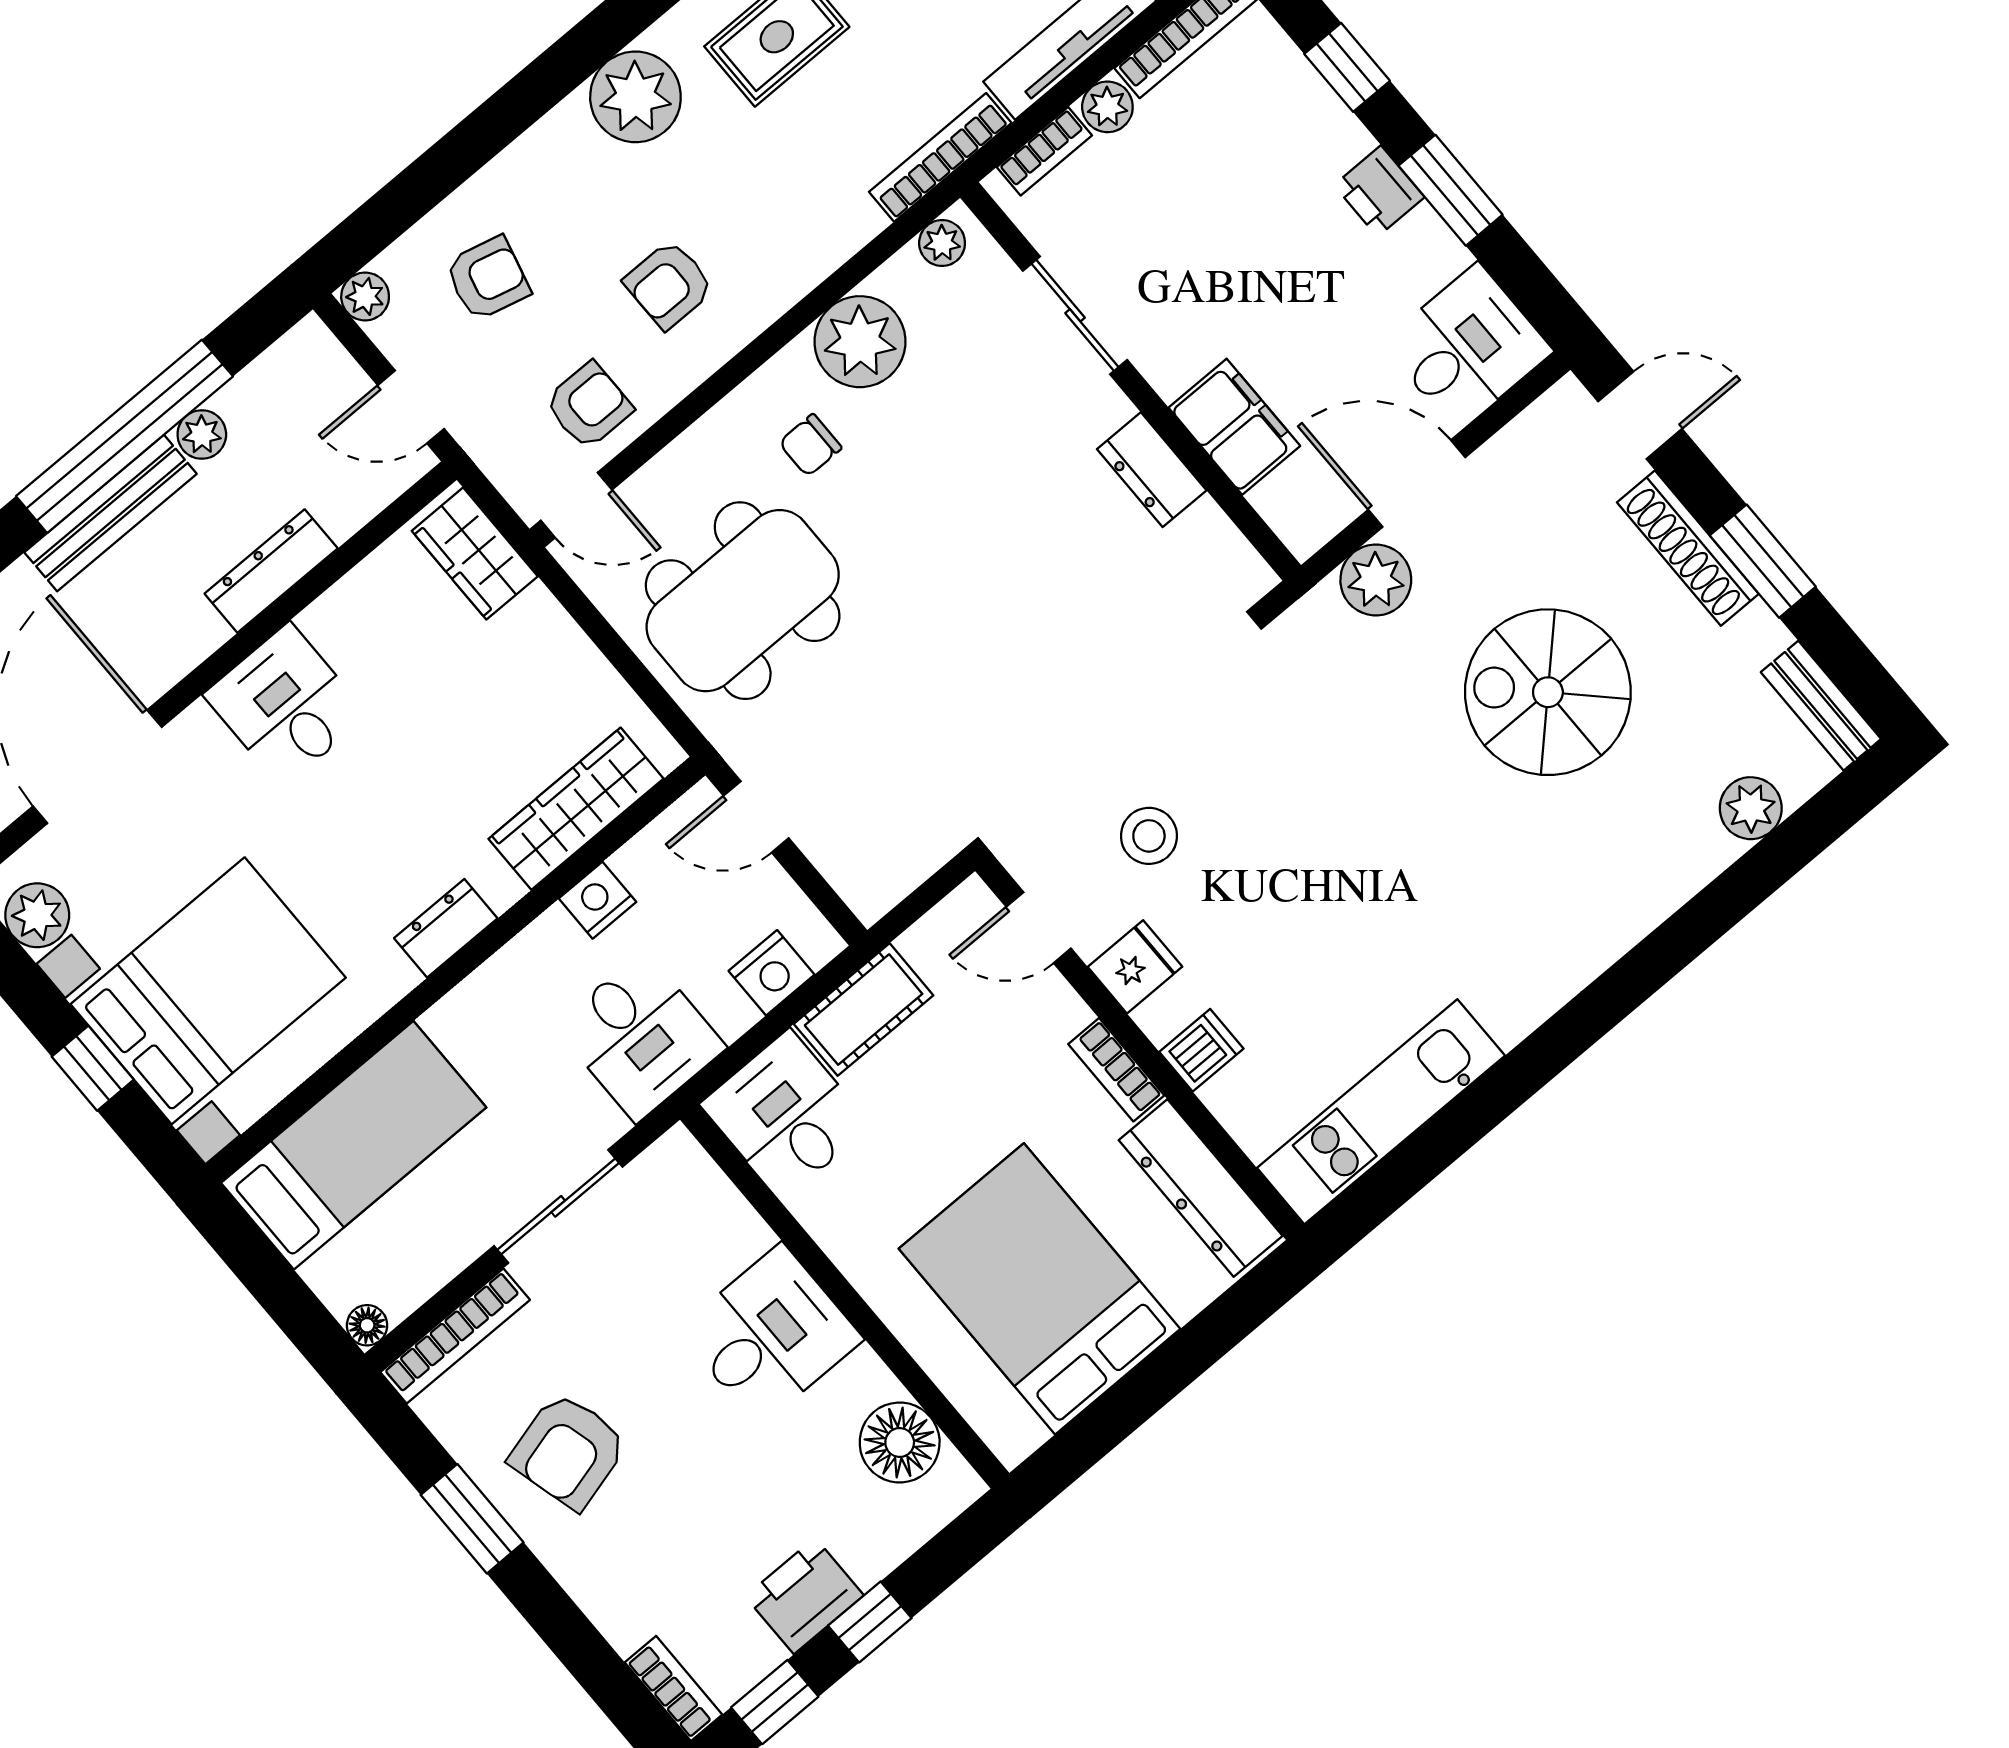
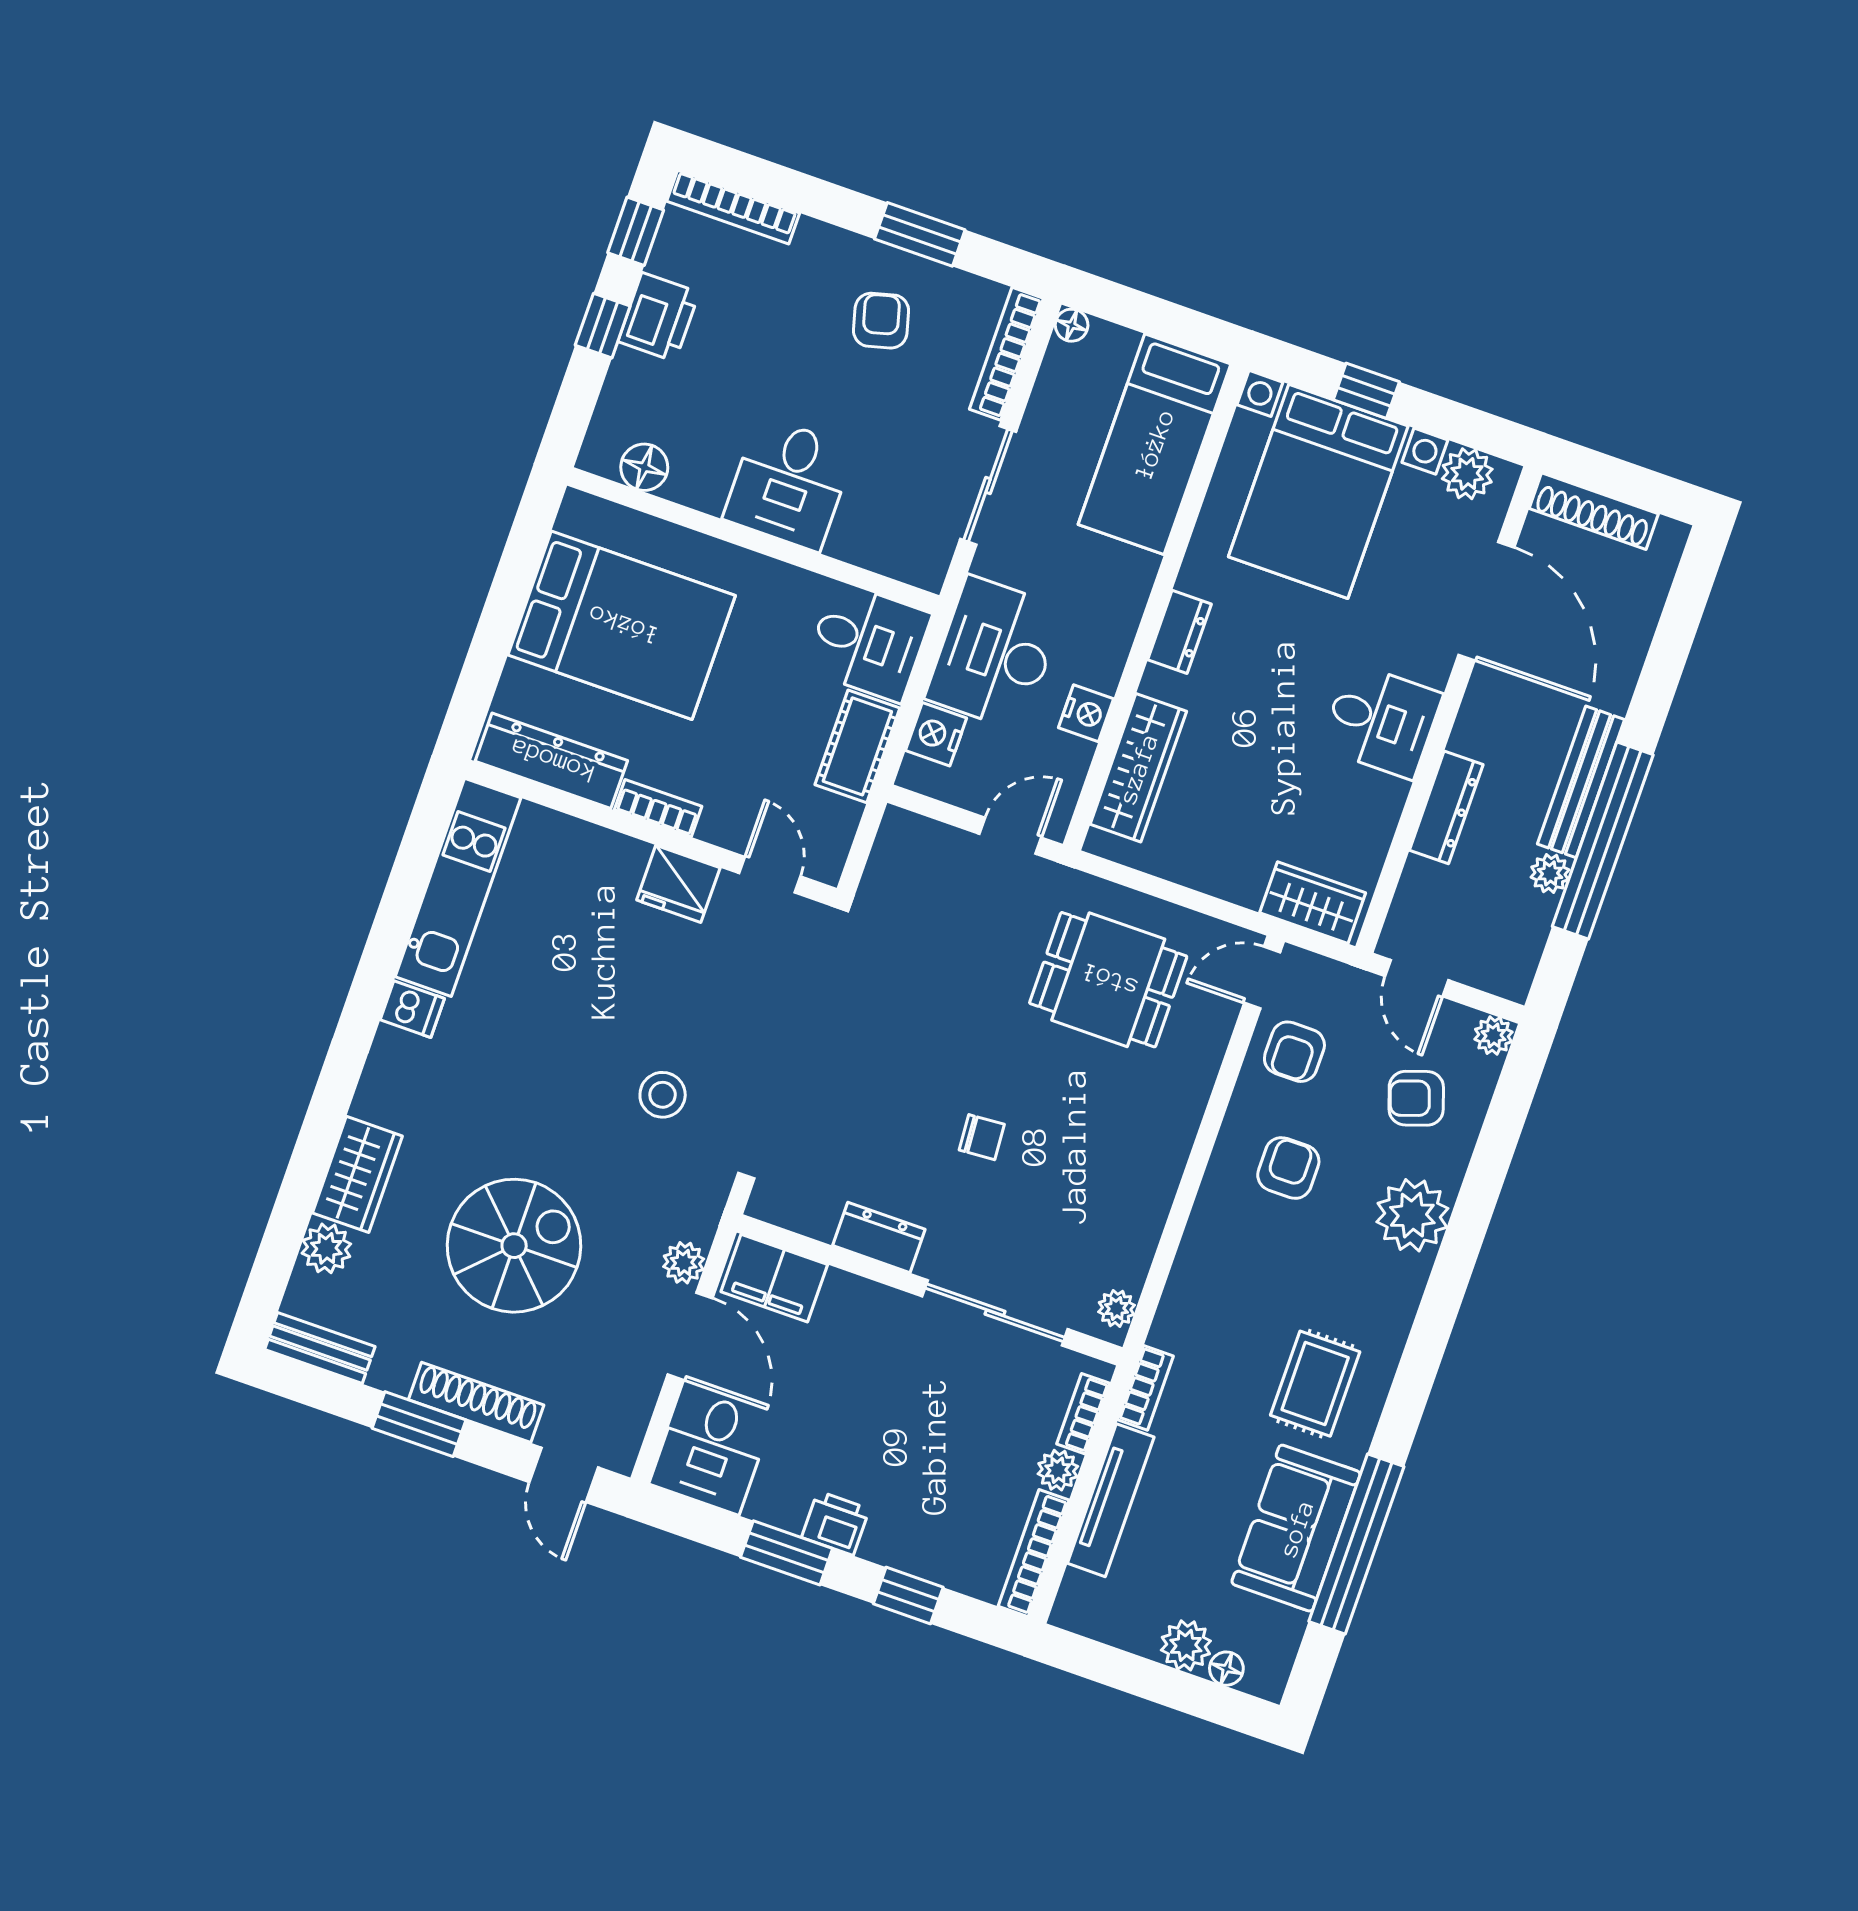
plant: (635, 97) -> (1412, 1215), moved
bookcase: (940, 157) -> (1146, 1388), width x0.64
armchair: (488, 278) -> (1416, 1098), turned 57
sliding door: (1075, 315) -> (995, 1313), width x1.37
plant: (860, 342) -> (1133, 1207), removed
door: (411, 407) -> (1417, 978), swing flipped
door: (1640, 415) -> (564, 1475), hinge flipped
filing cabinet: (1234, 427) -> (774, 1278), moved
chair: (810, 445) -> (982, 1137), moved, turned 86
door: (1417, 483) -> (690, 1336), hinge flipped
plant: (1376, 580) -> (684, 1263), width x0.73, depth x0.73
dining table: (743, 601) -> (1108, 980), width x0.73
stool: (1149, 836) -> (663, 1095), moved
wardrobe: (1671, 868) -> (357, 1174), added
door: (1039, 928) -> (770, 875), hinge flipped
fridge: (1135, 967) -> (678, 884), width x1.38
desk: (640, 1037) -> (995, 653), width x1.37
dishwasher: (1201, 1050) -> (412, 1009), moved, turned -90
floor lamp: (900, 1442) -> (644, 467), width x0.73, depth x0.73
armchair: (568, 1451) -> (881, 321), width x0.72, depth x0.72
bookcase: (674, 1688) -> (733, 207), width x1.56

